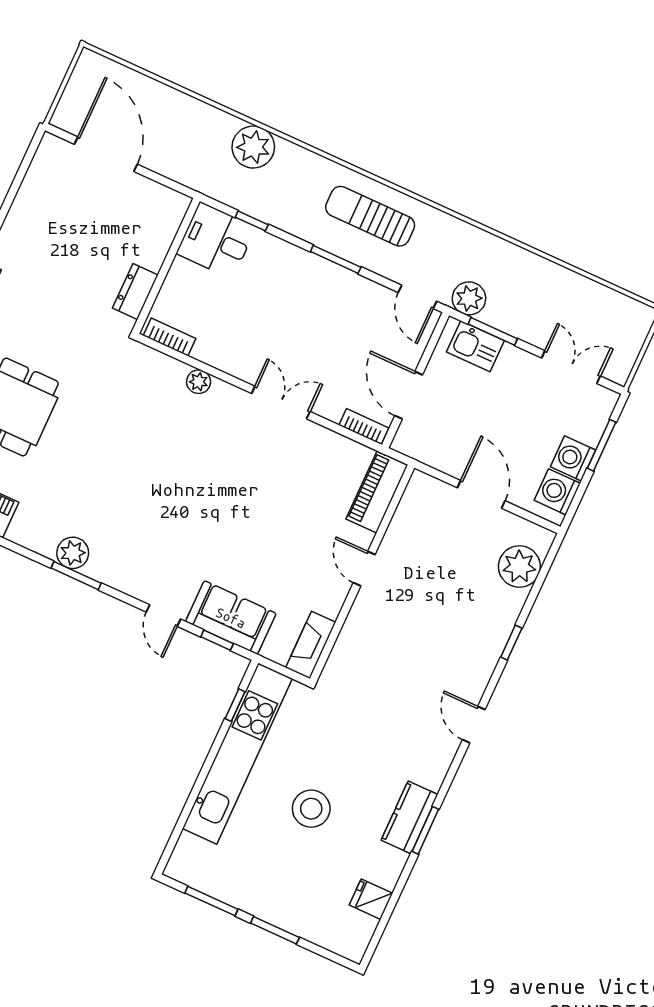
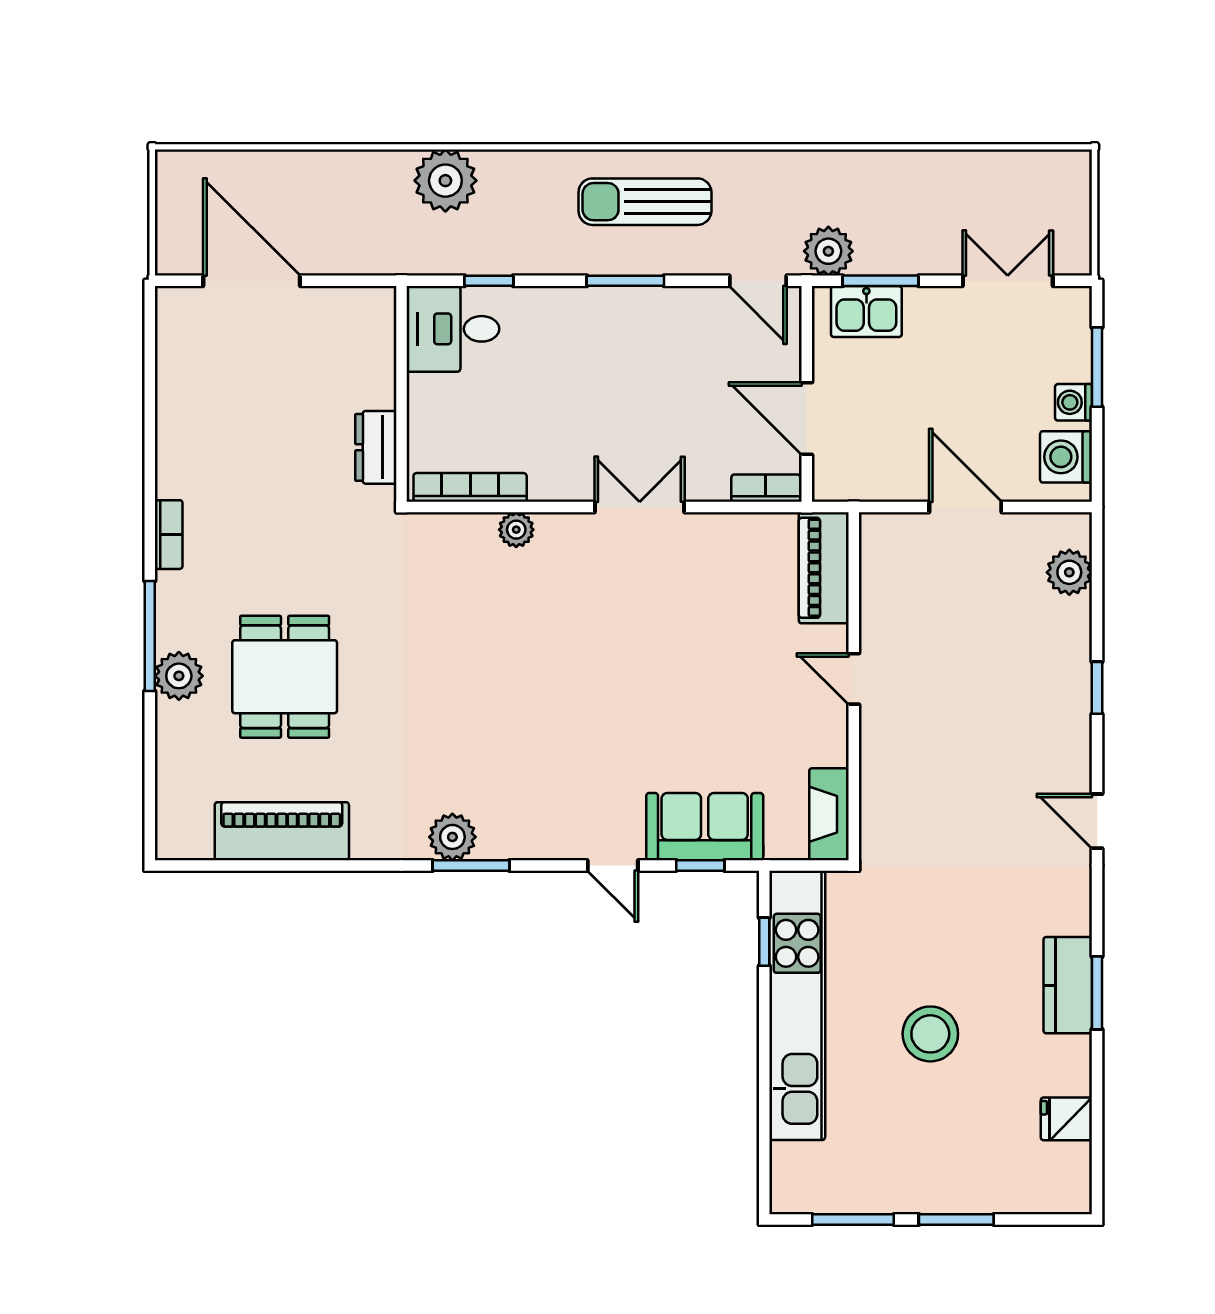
bookcase: (169, 337) -> (470, 487), width x1.56
washing machine: (573, 458) -> (1074, 402), width x0.73, depth x0.73
plant: (519, 567) -> (1069, 572), width x0.73, depth x0.73

